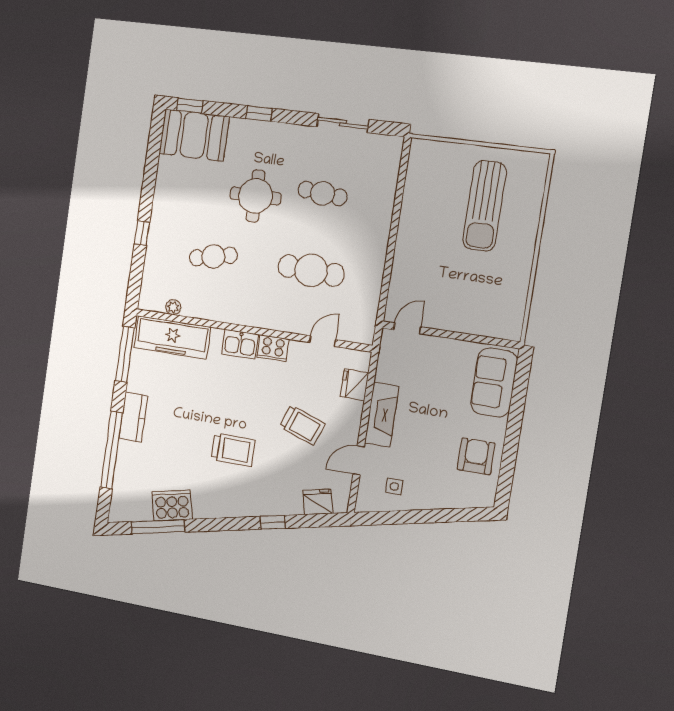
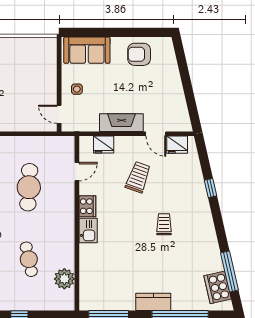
plant: (173, 307) -> (64, 279), width x1.87, depth x1.87
freezer: (172, 337) -> (91, 281), removed
door: (323, 341) -> (77, 172), swing flipped
trolley: (233, 450) -> (164, 224), width x0.73, depth x0.72
side table: (394, 486) -> (77, 89), moved
fridge: (318, 502) -> (177, 145), moved, turned -77
cooker: (172, 506) -> (218, 287), moved

